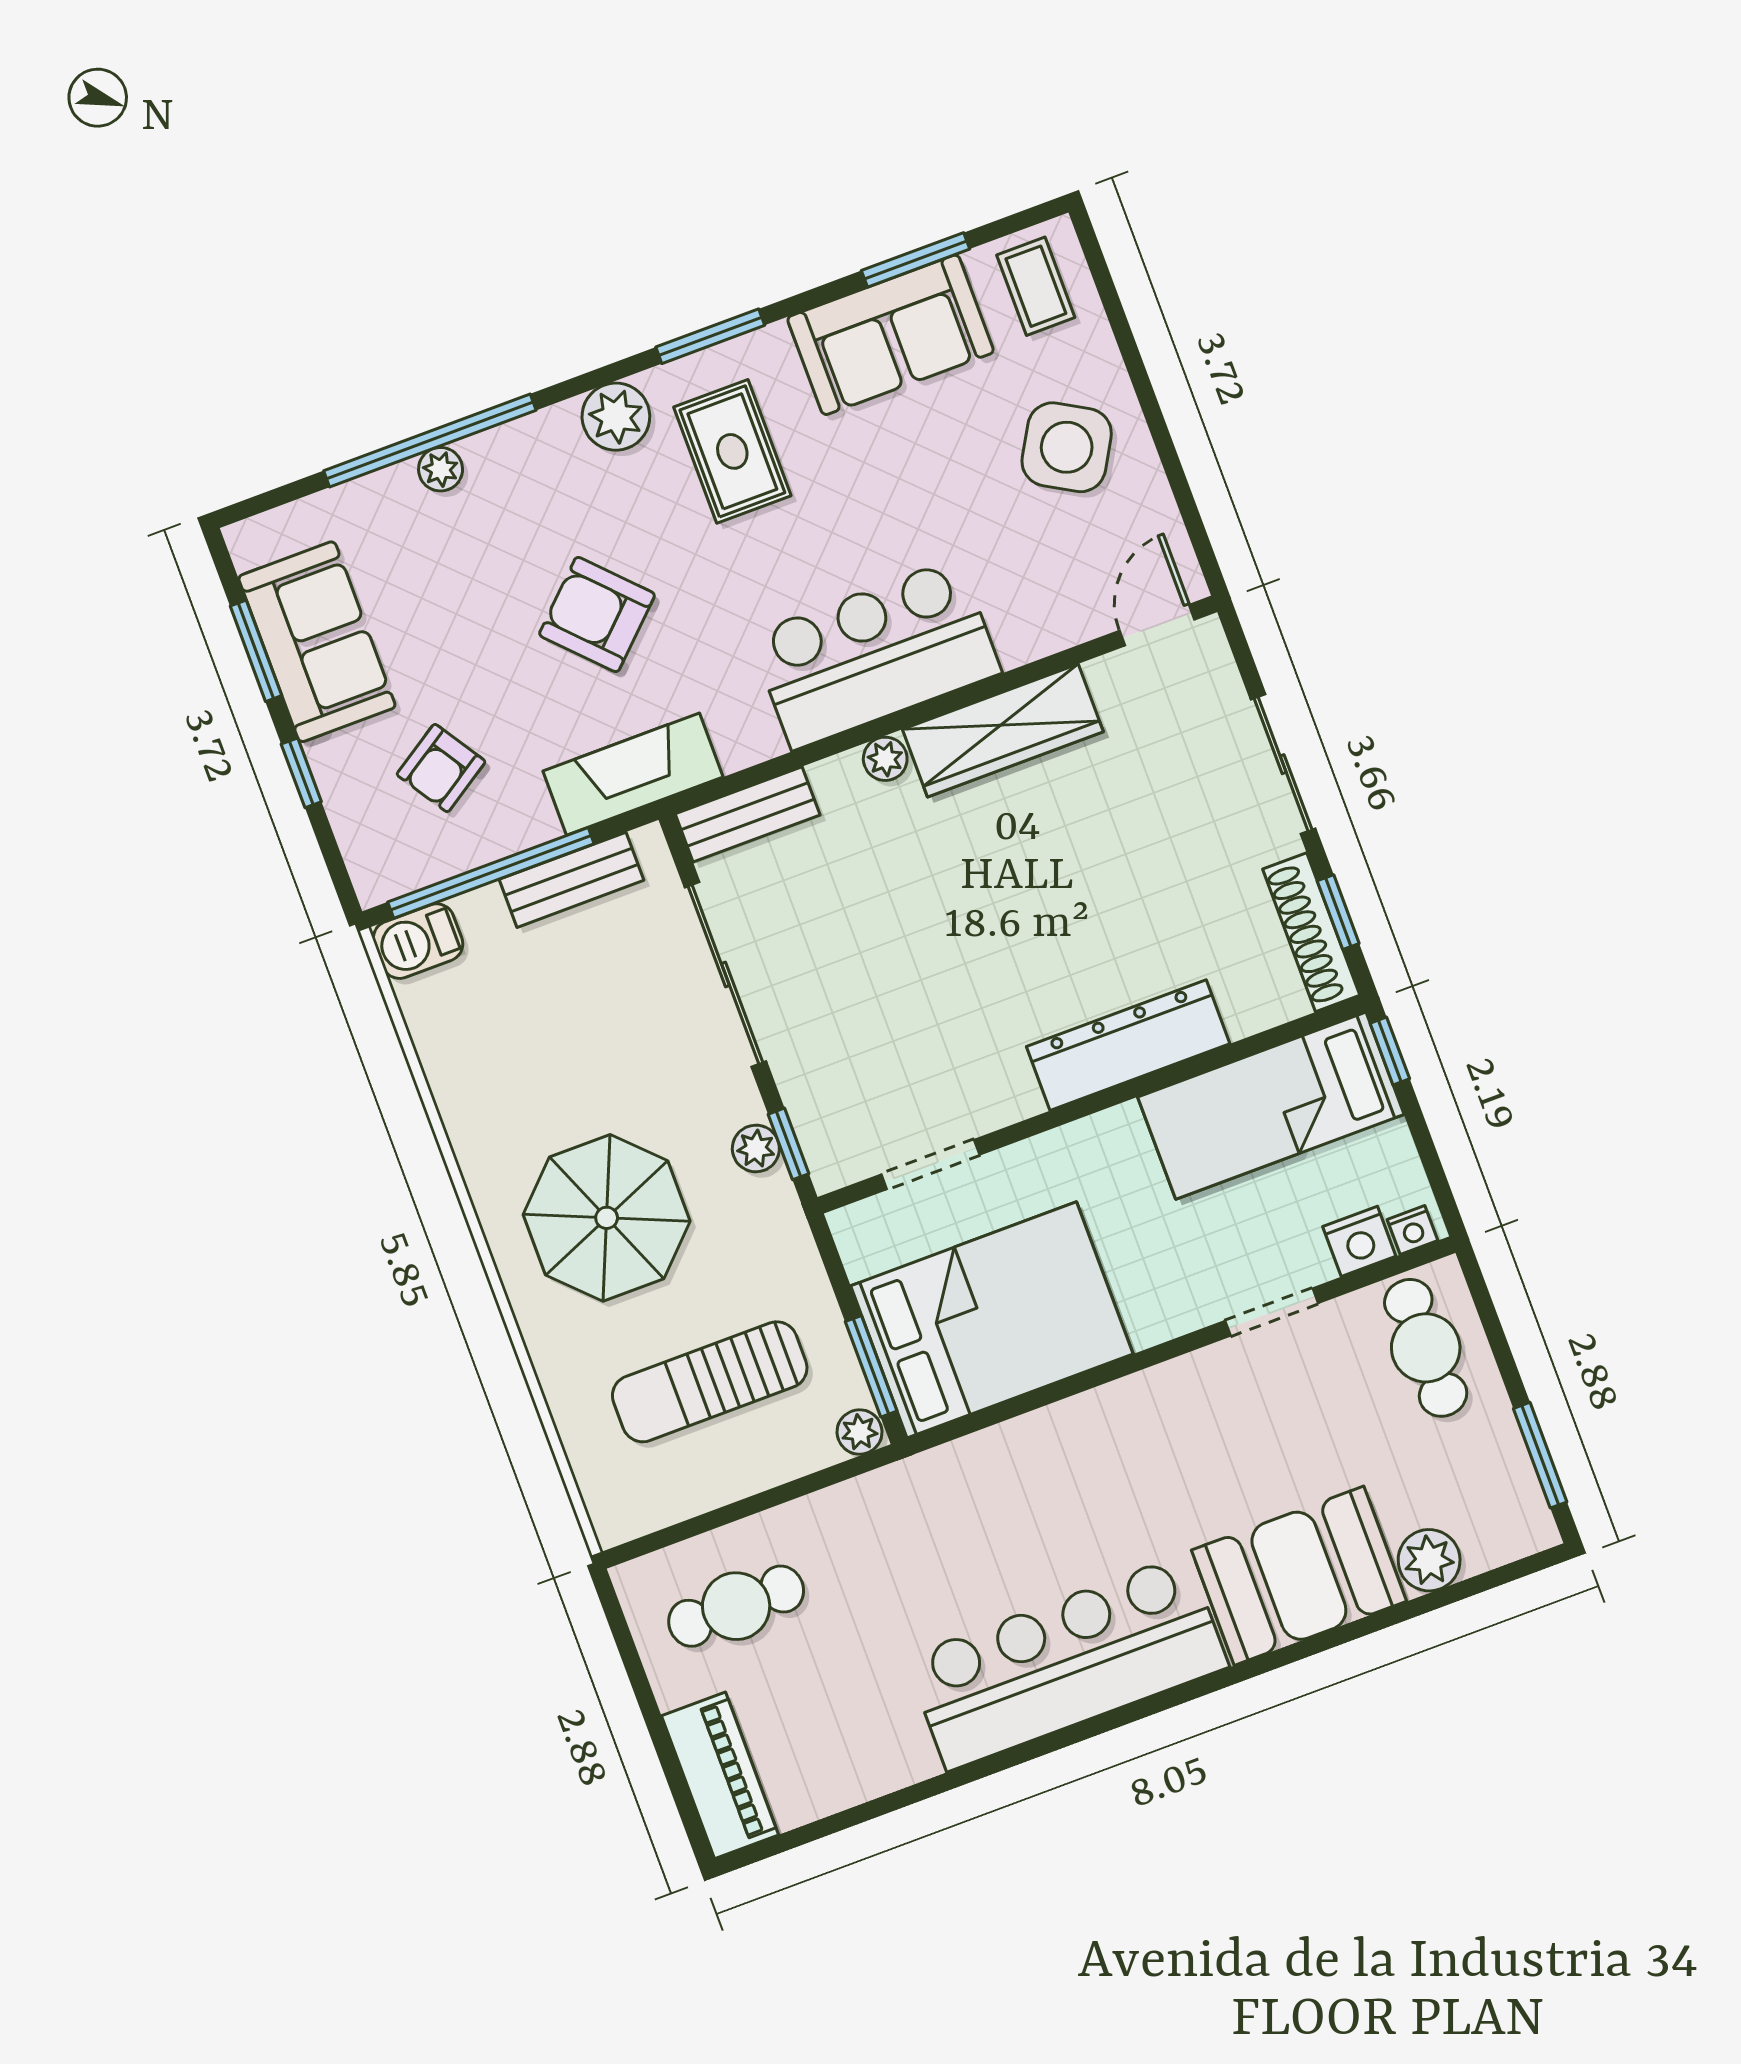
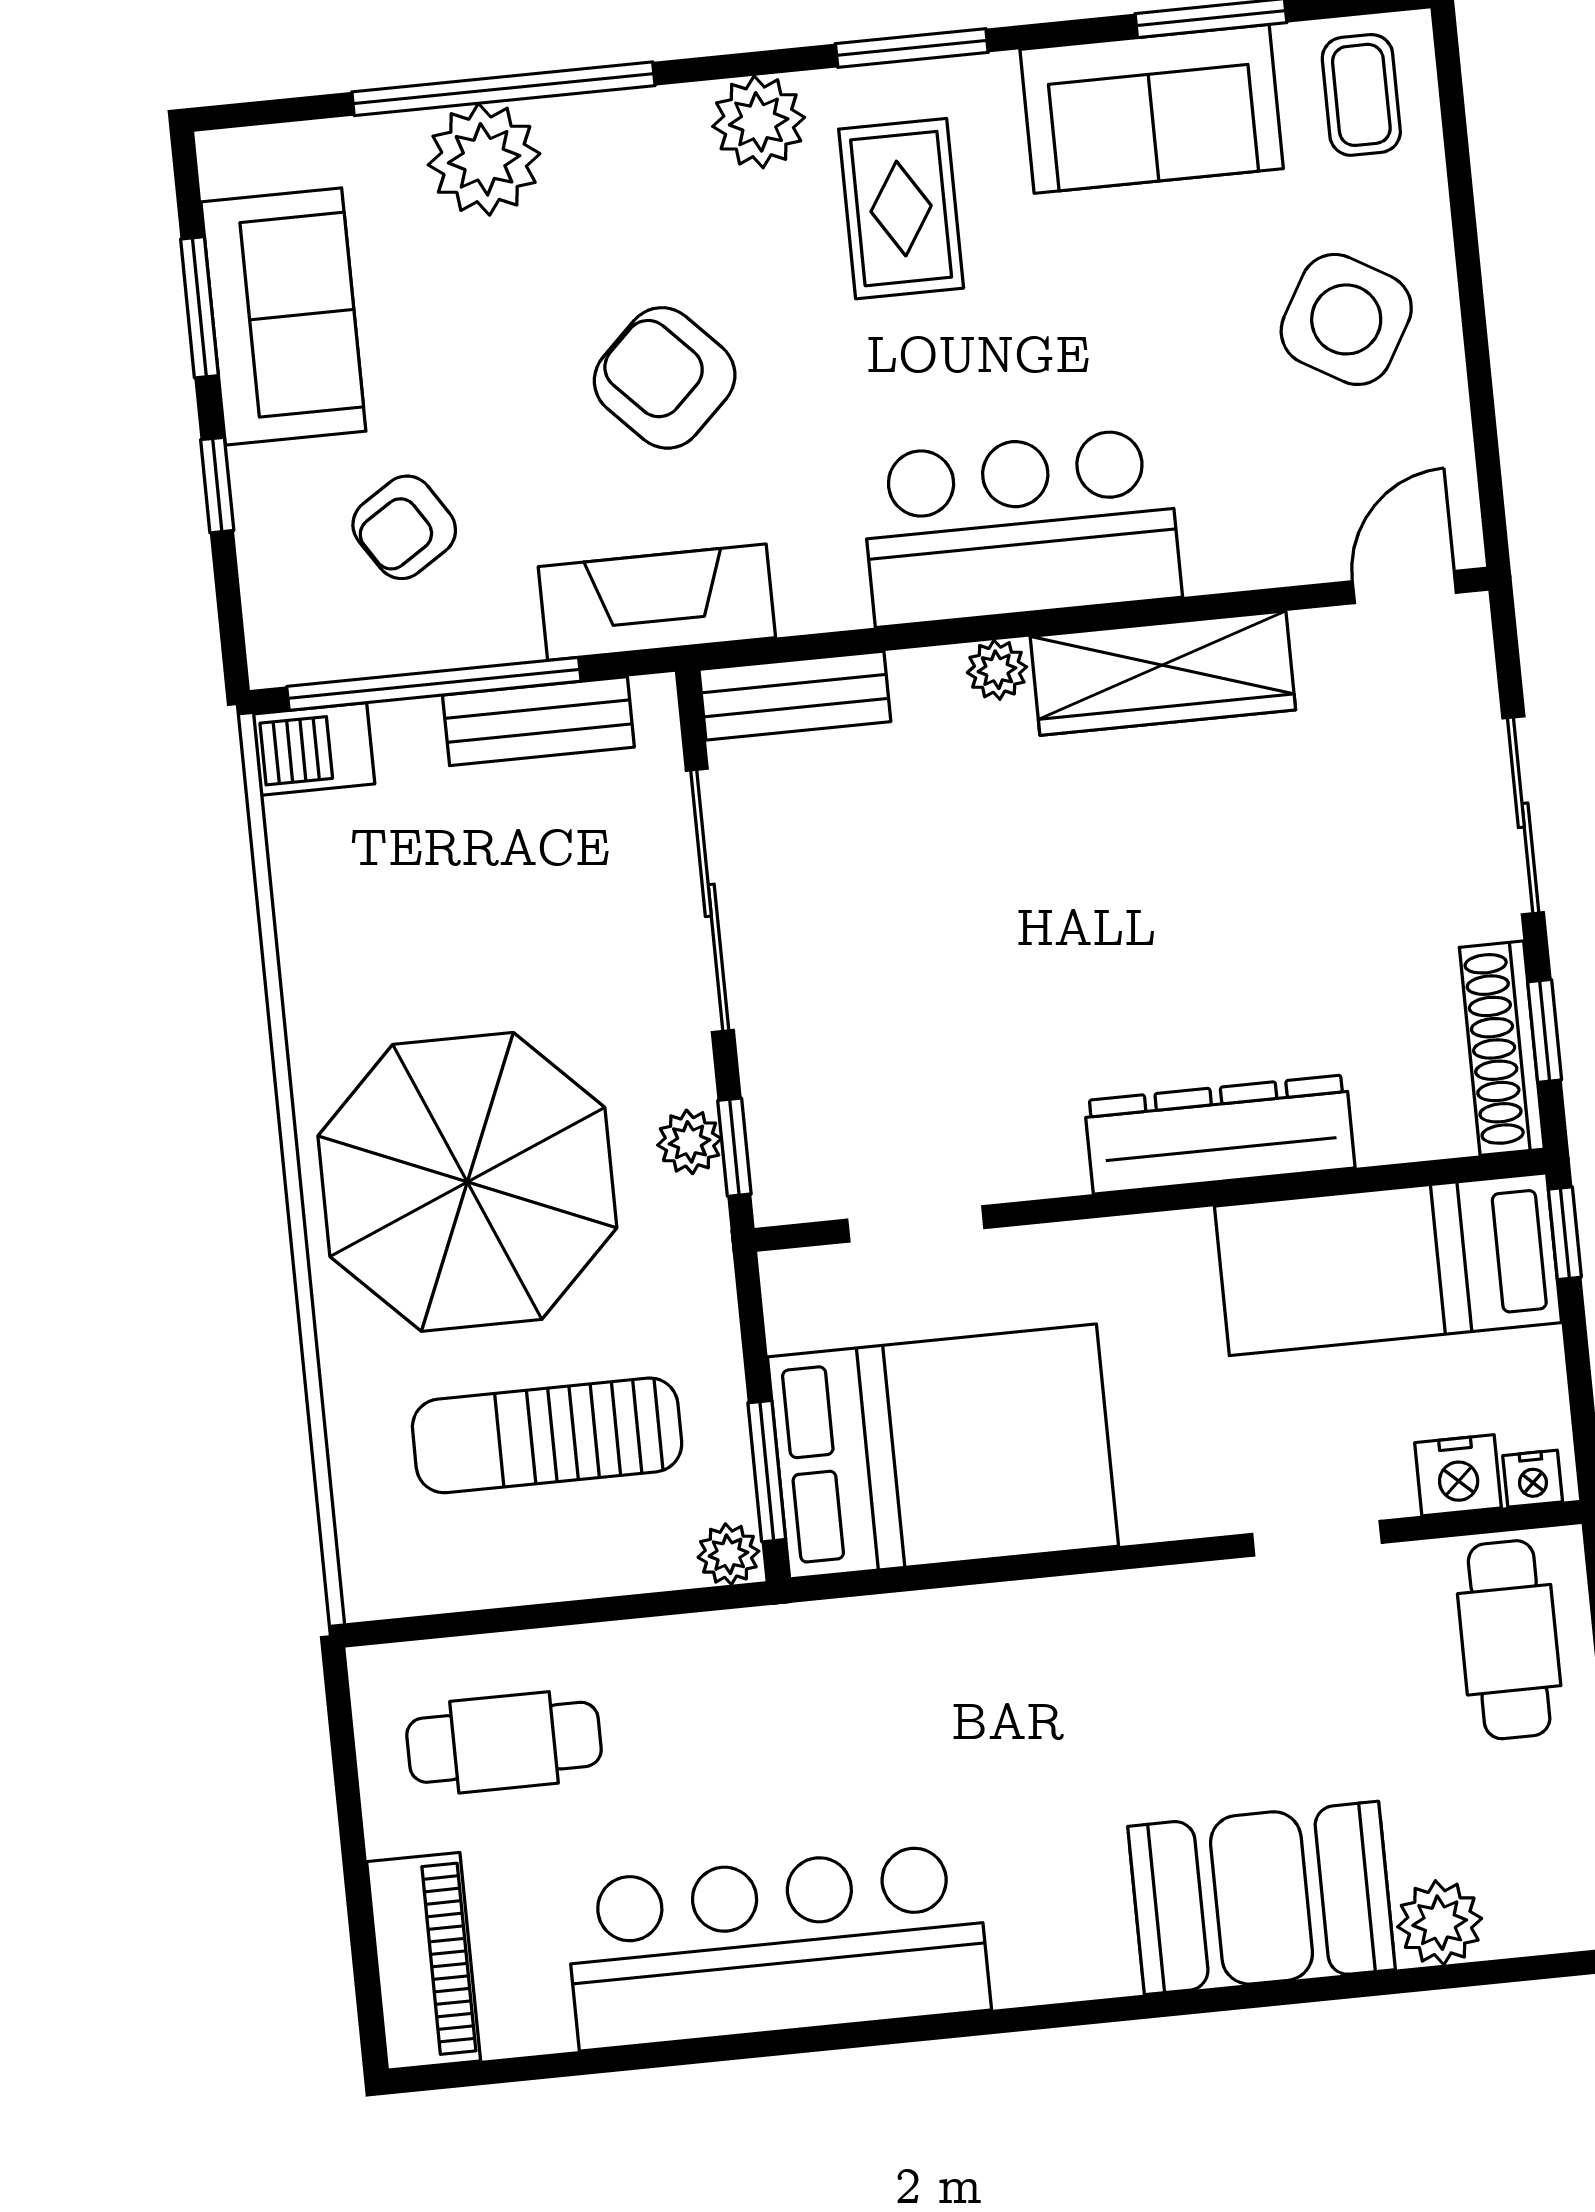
plant: (441, 469) -> (484, 159), width x1.88, depth x1.88
parasol: (607, 1218) -> (467, 1182), width x1.36, depth x1.36
bar counter: (1067, 1662) -> (777, 1947), moved

